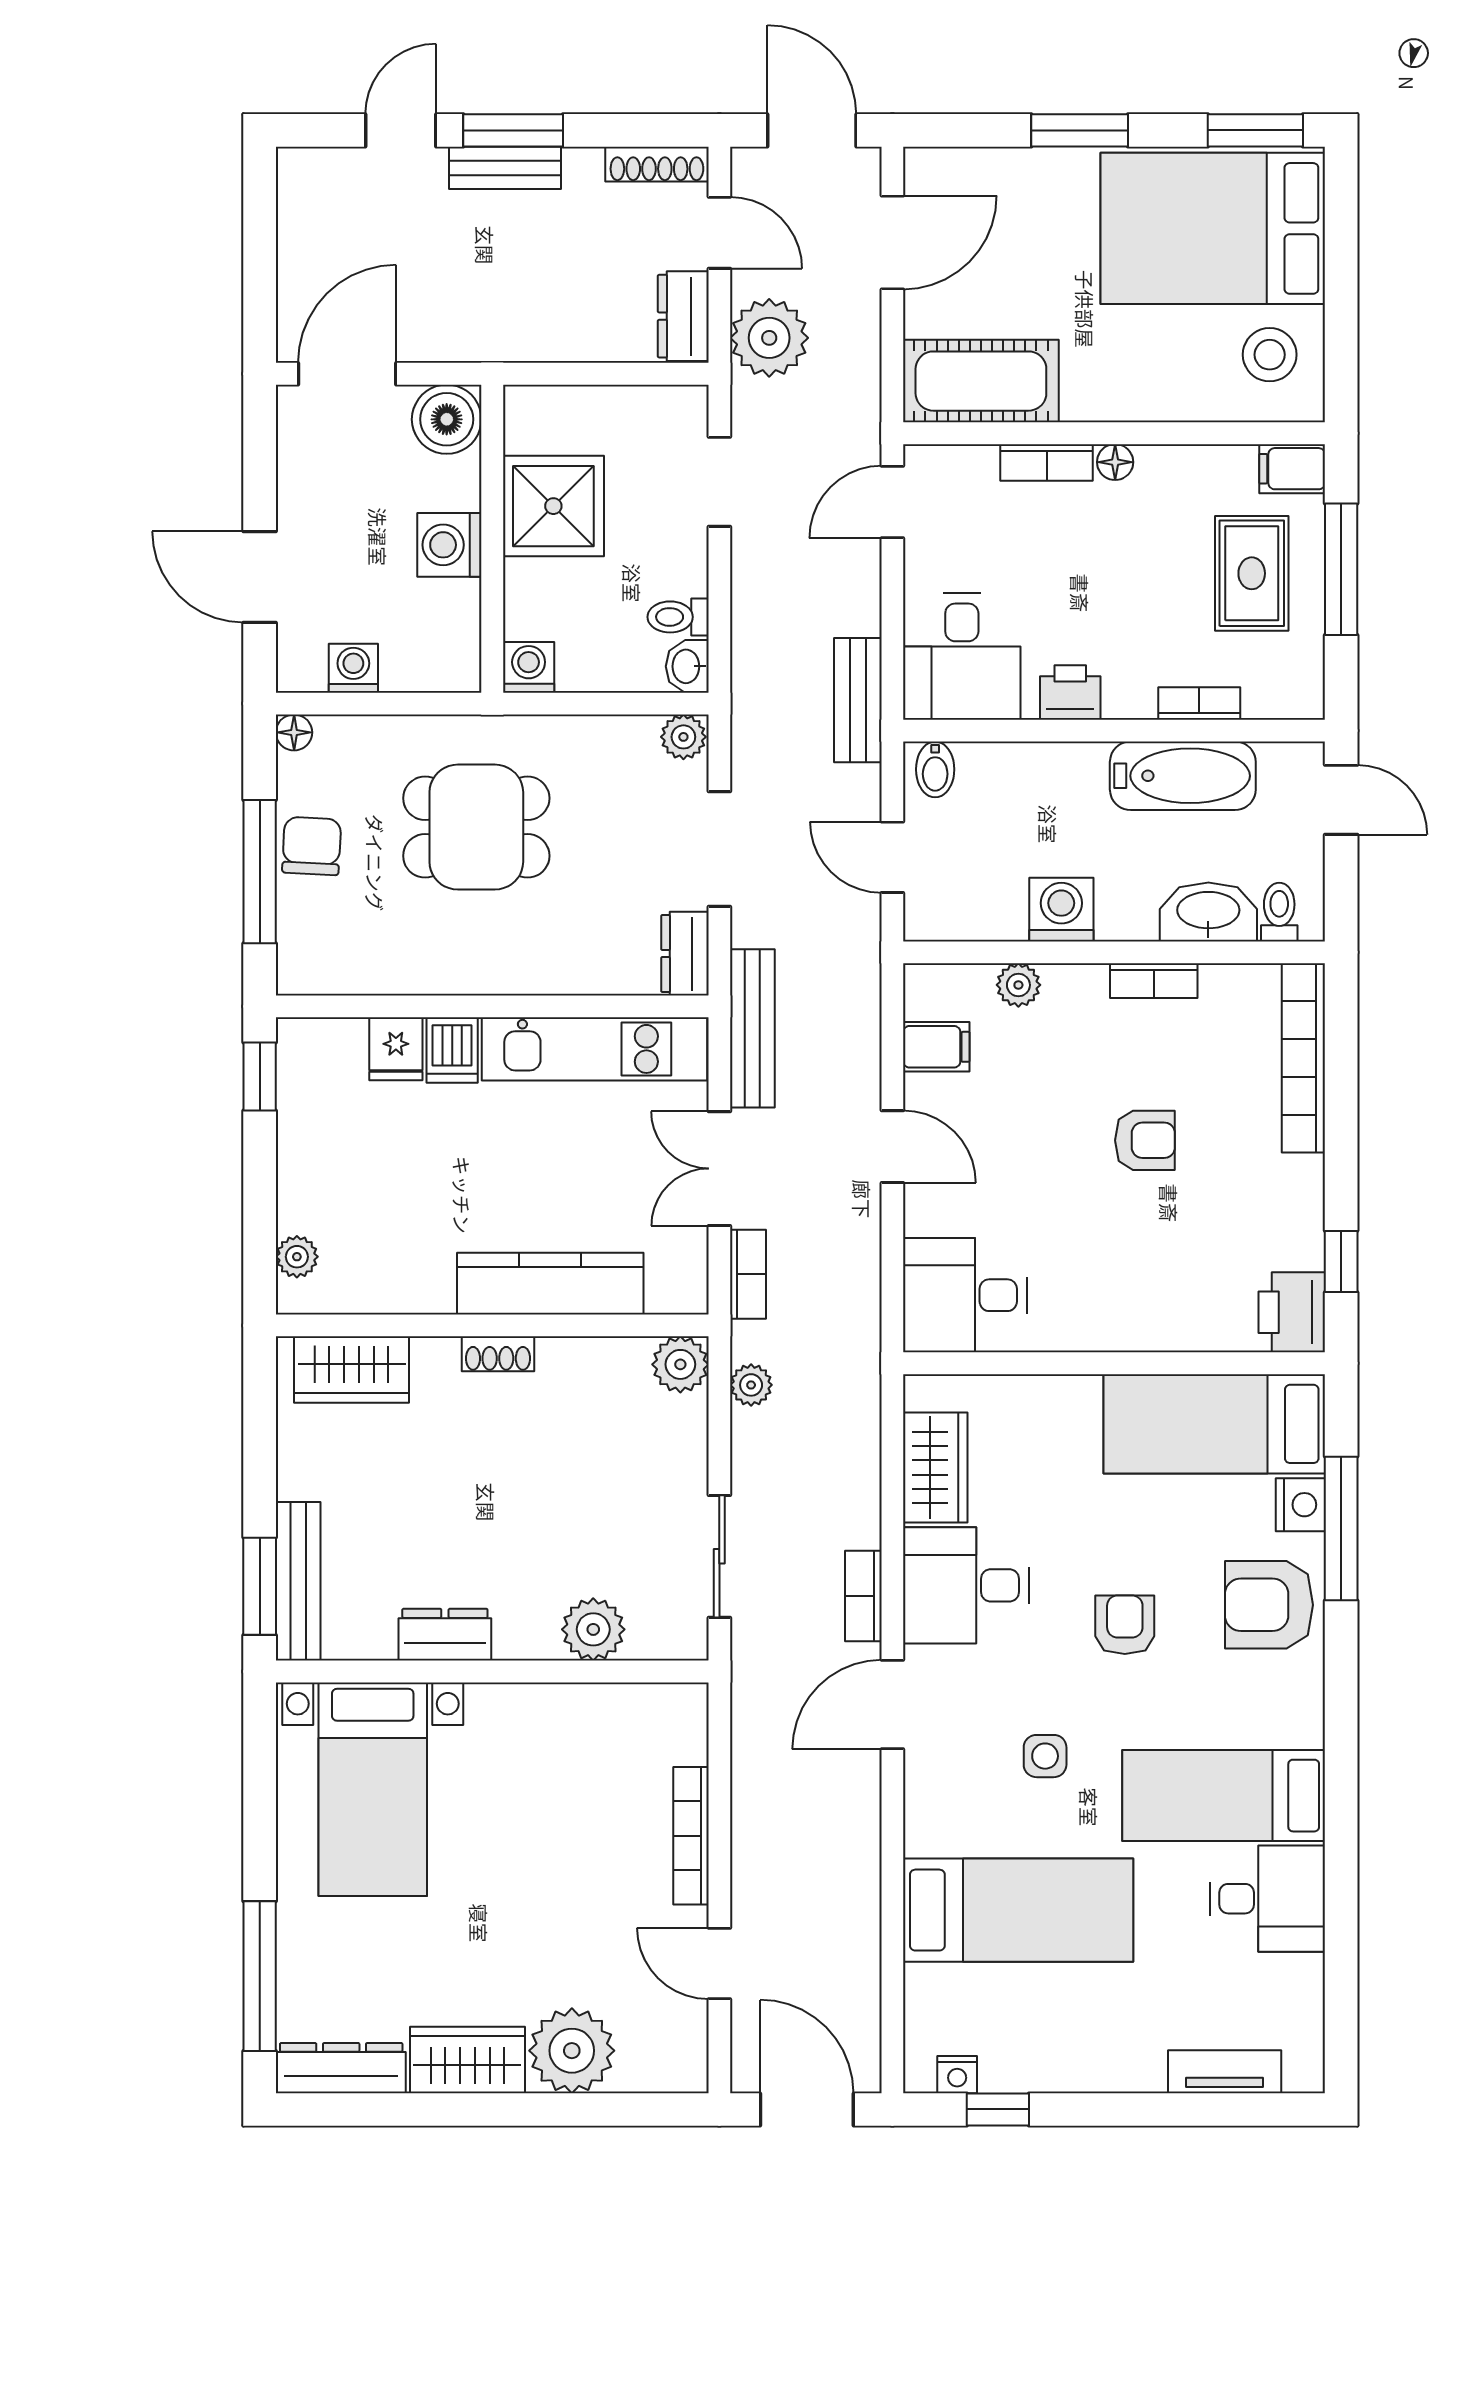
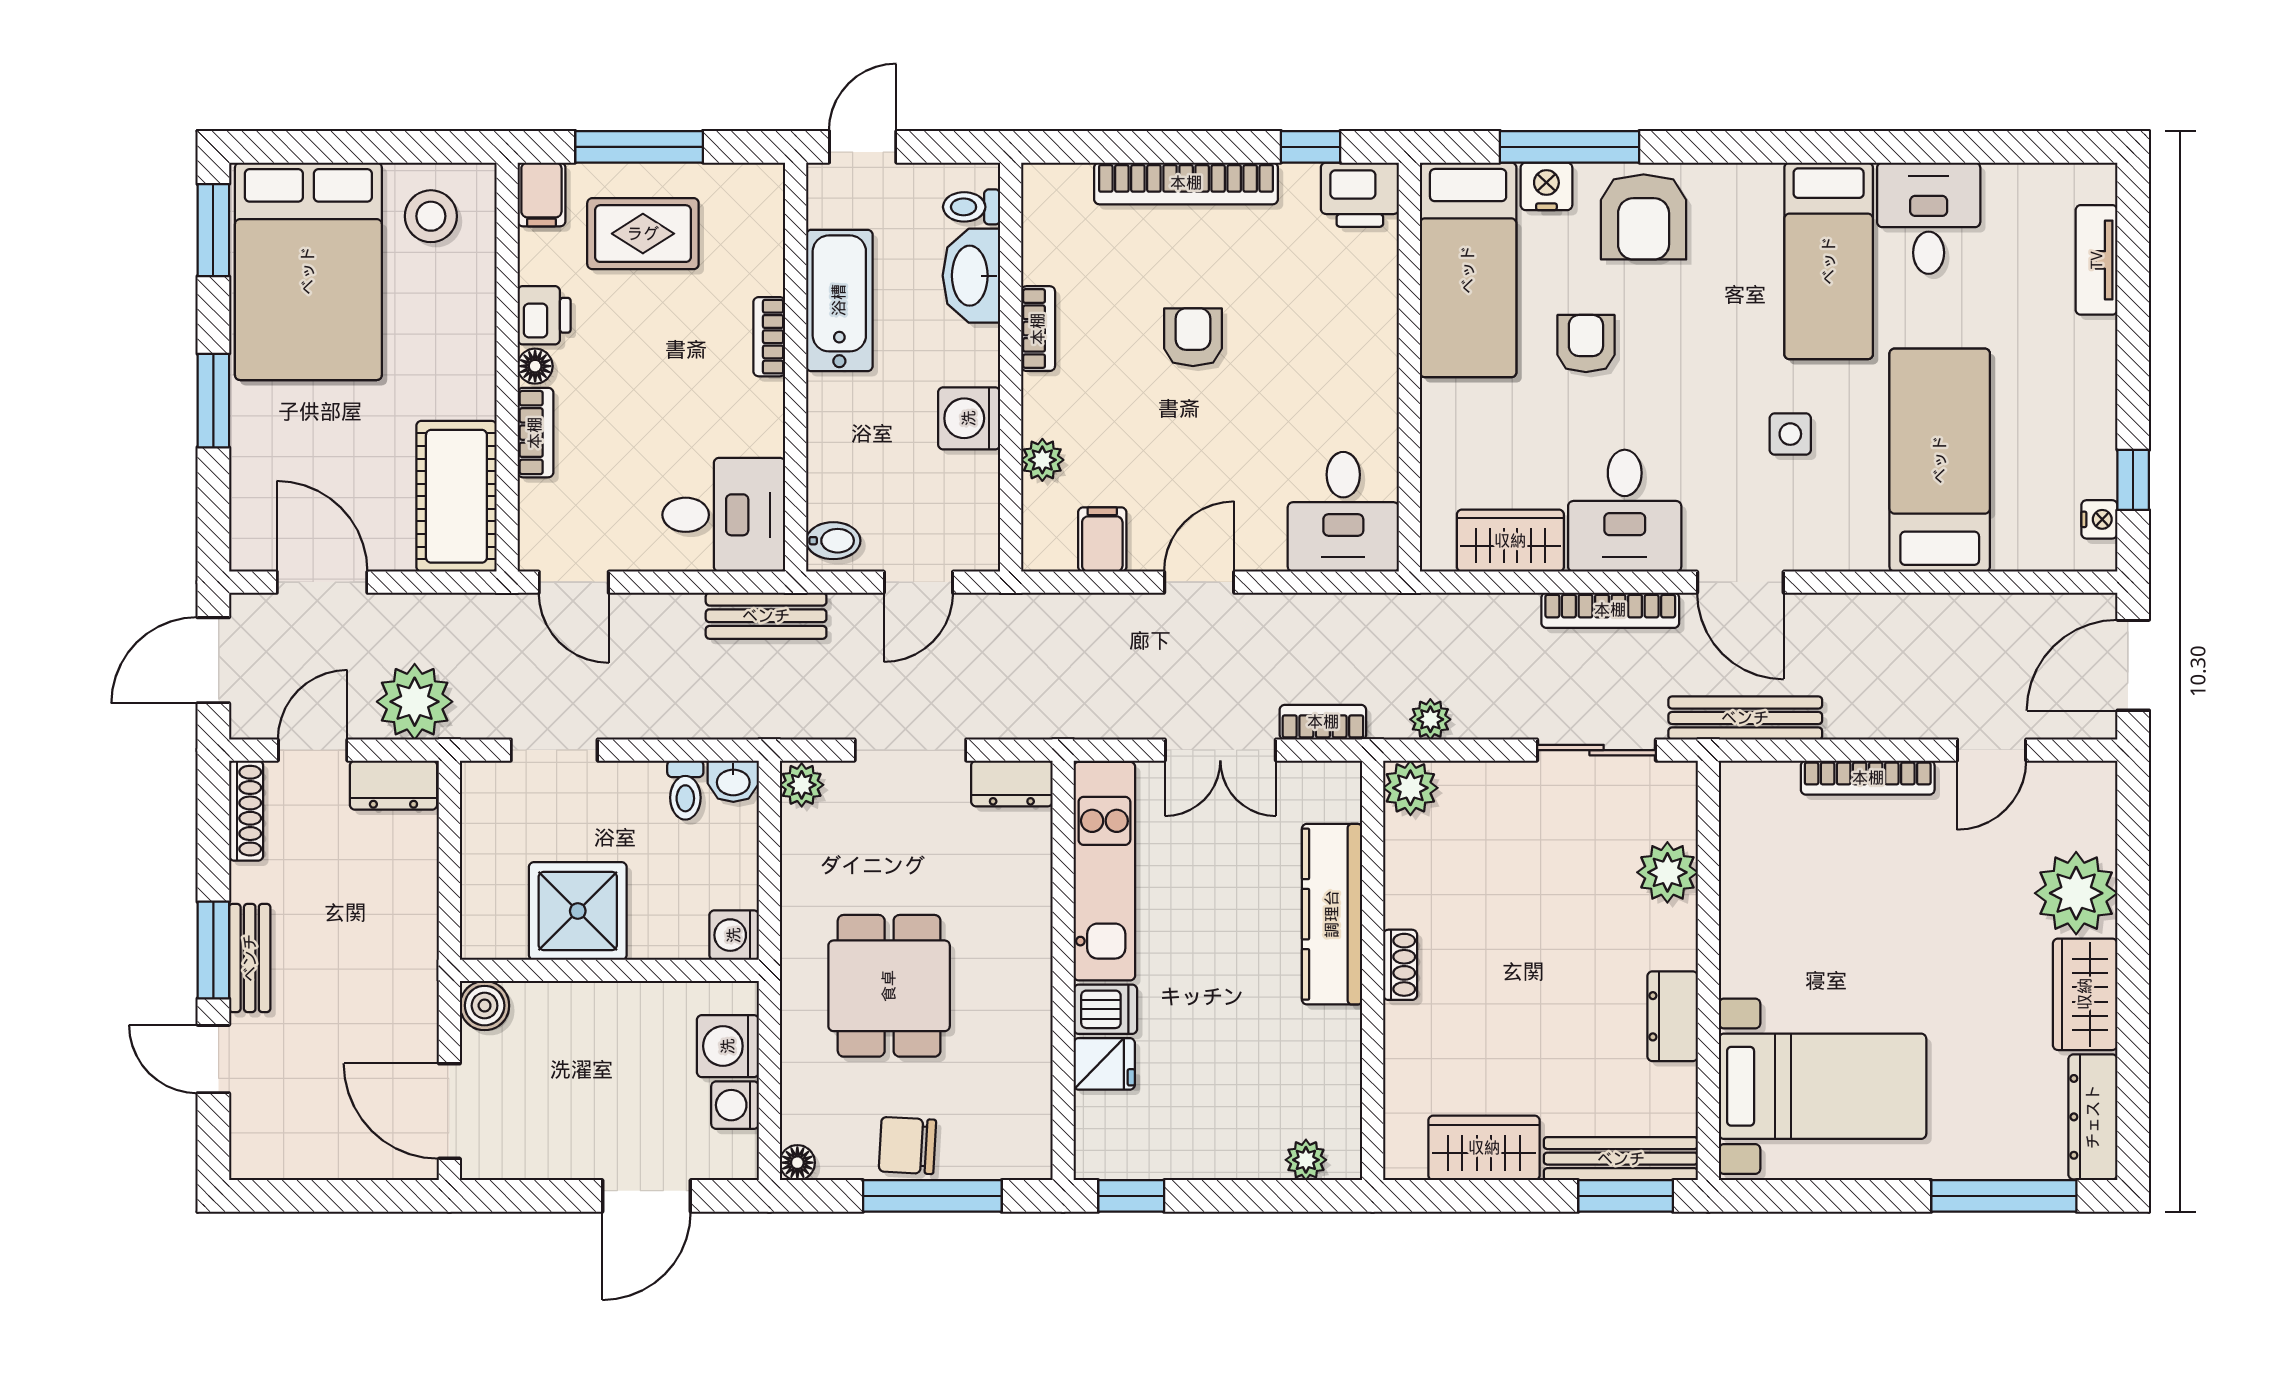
boiler: (447, 419) -> (485, 1006), width x0.73, depth x0.73
washing machine: (449, 545) -> (728, 1046), moved, turned 90
printer: (1070, 692) -> (544, 315), moved, turned 180
bookcase: (1199, 703) -> (769, 337), moved
bench: (752, 1028) -> (1745, 718), moved
bookcase: (1303, 1058) -> (1186, 183), moved
wardrobe: (352, 1370) -> (1484, 1148), moved, turned -90
bookcase: (863, 1596) -> (1610, 610), width x1.56
armchair: (1125, 1625) -> (1586, 344), moved, turned 90

